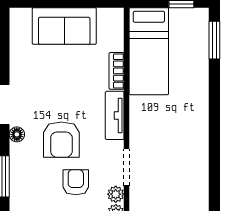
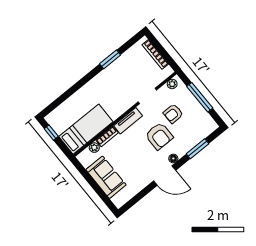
window: (214, 40) -> (110, 59), moved
armchair: (61, 140) -> (159, 136), turned 90
plant: (116, 194) -> (94, 148), moved

